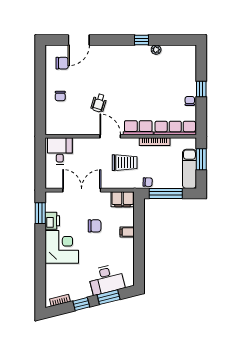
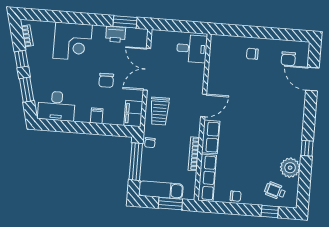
plant: (156, 50) -> (290, 168), width x1.87, depth x1.87
window: (201, 89) -> (270, 211), moved
wheelchair: (99, 103) -> (275, 191), moved
trolley: (125, 163) -> (160, 111), moved
double door: (82, 190) -> (147, 69), swing flipped
corner desk: (62, 247) -> (73, 41), moved
desk: (106, 279) -> (56, 106), moved, turned -76

